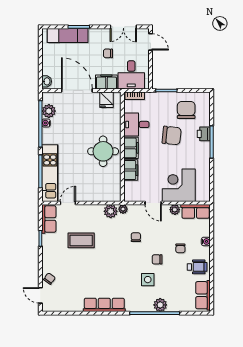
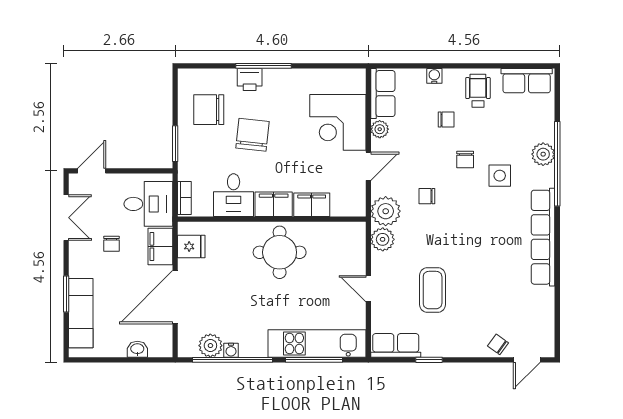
washbasin: (47, 81) -> (137, 349), moved
door: (68, 203) -> (368, 289), moved
plant: (123, 209) -> (386, 211), width x1.88, depth x1.88
row of seats: (104, 305) -> (543, 237), width x1.36

